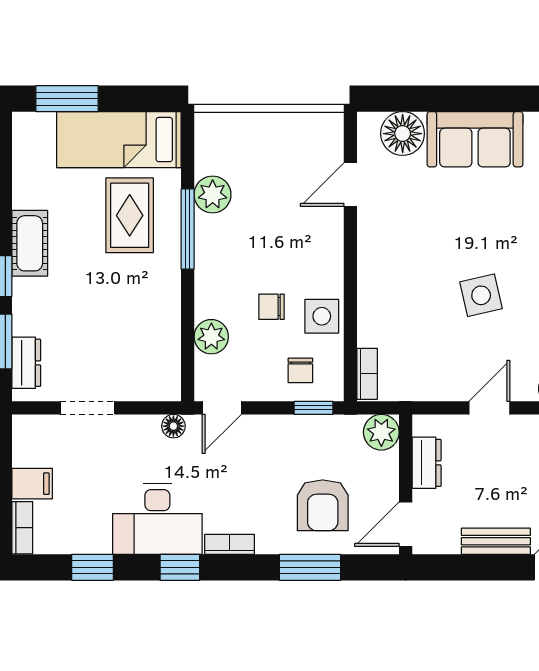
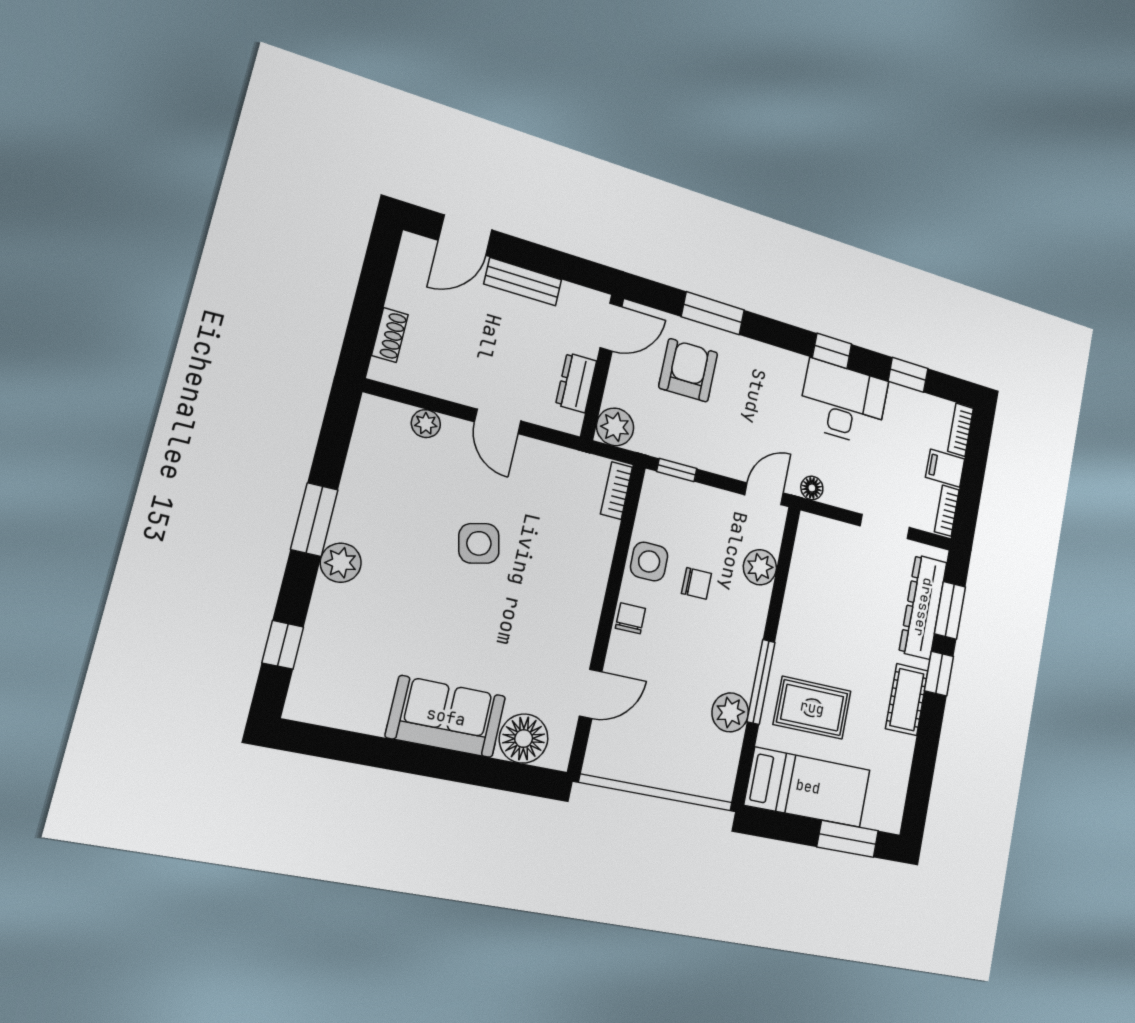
rug: (130, 215) -> (812, 708), turned 90
dresser: (26, 363) -> (923, 607), width x1.96, depth x1.24
chair: (300, 370) -> (630, 618), moved
door: (489, 408) -> (498, 421), hinge flipped
bookcase: (230, 544) -> (947, 511), moved, turned 90

